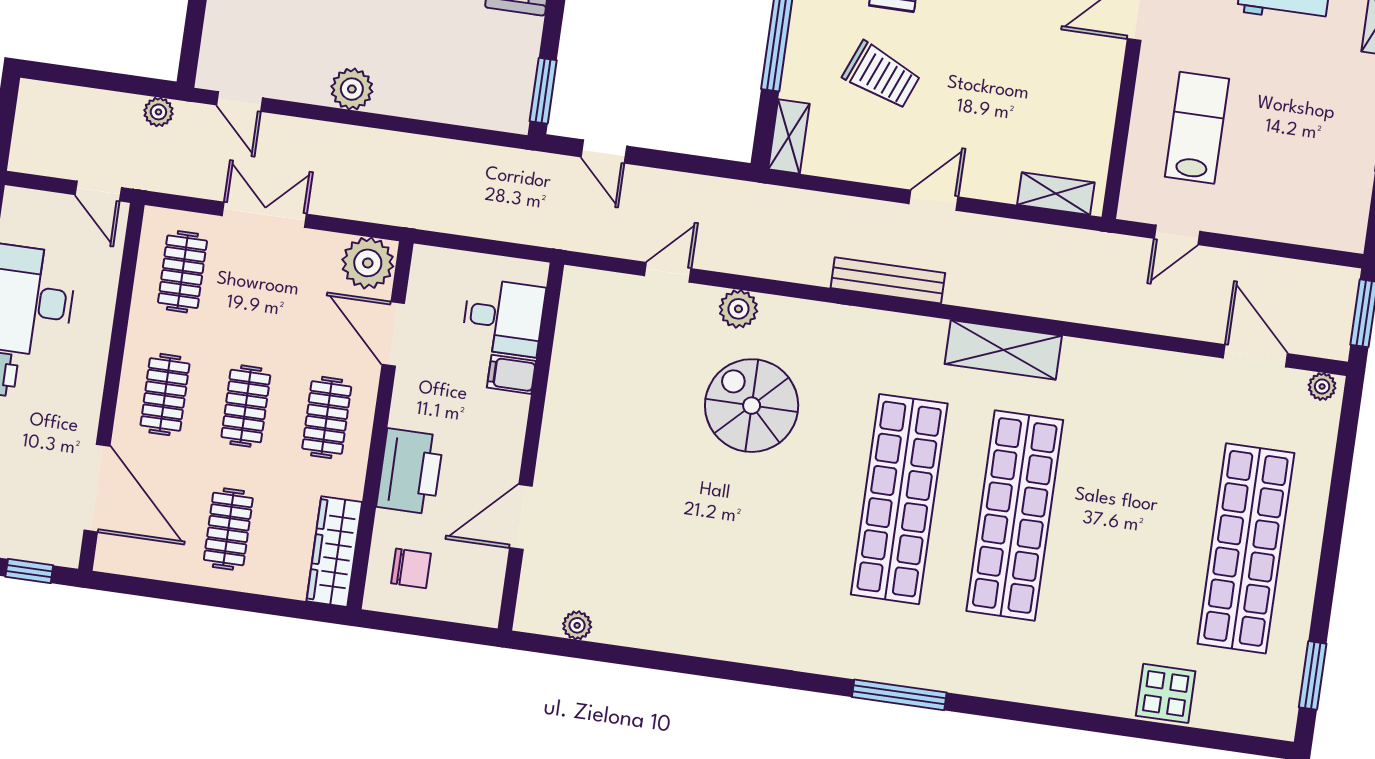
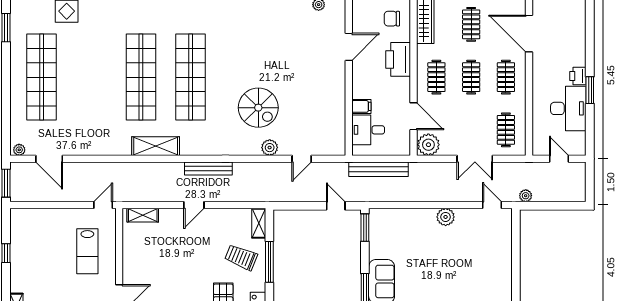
trolley: (882, 75) -> (241, 257), moved
door: (98, 191) -> (559, 159), moved
bench: (492, 222) -> (378, 169), added
door: (1177, 235) -> (103, 205), moved

